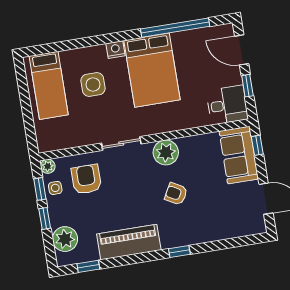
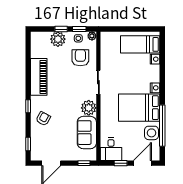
nightstand: (69, 57) -> (155, 59), added
side table: (93, 85) -> (152, 133), moved
sofa: (239, 155) -> (87, 133), moved, turned -90
armchair: (86, 179) -> (80, 58), turned -90
armchair: (176, 194) -> (43, 119), moved
plant: (65, 239) -> (58, 39), moved
window: (88, 266) -> (28, 144), moved

